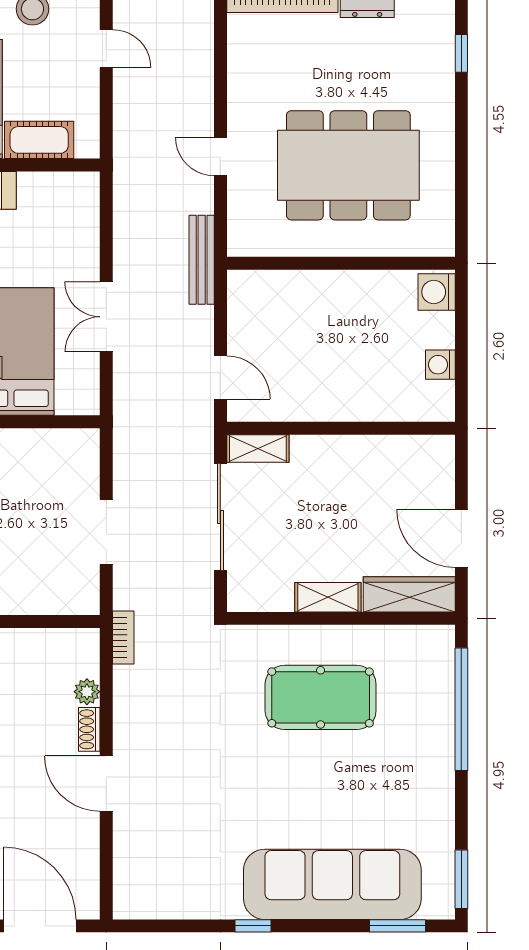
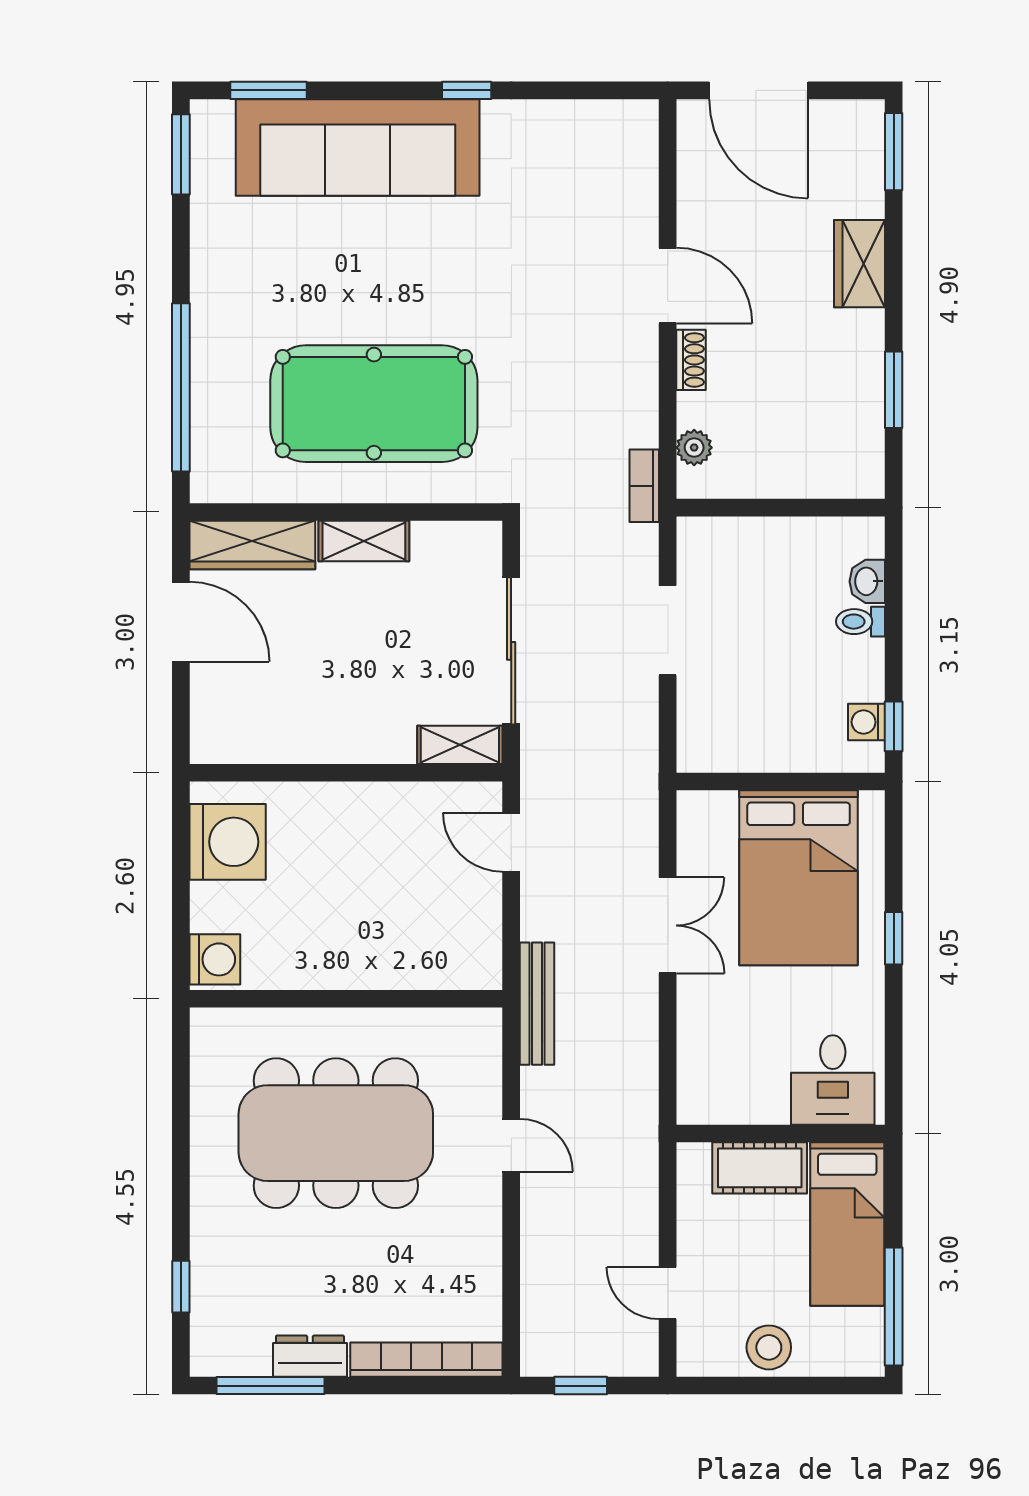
washing machine: (440, 365) -> (228, 842), width x1.89, depth x1.89
plant: (87, 692) -> (694, 448), moved
pool table: (321, 697) -> (374, 404), width x1.36, depth x1.32

